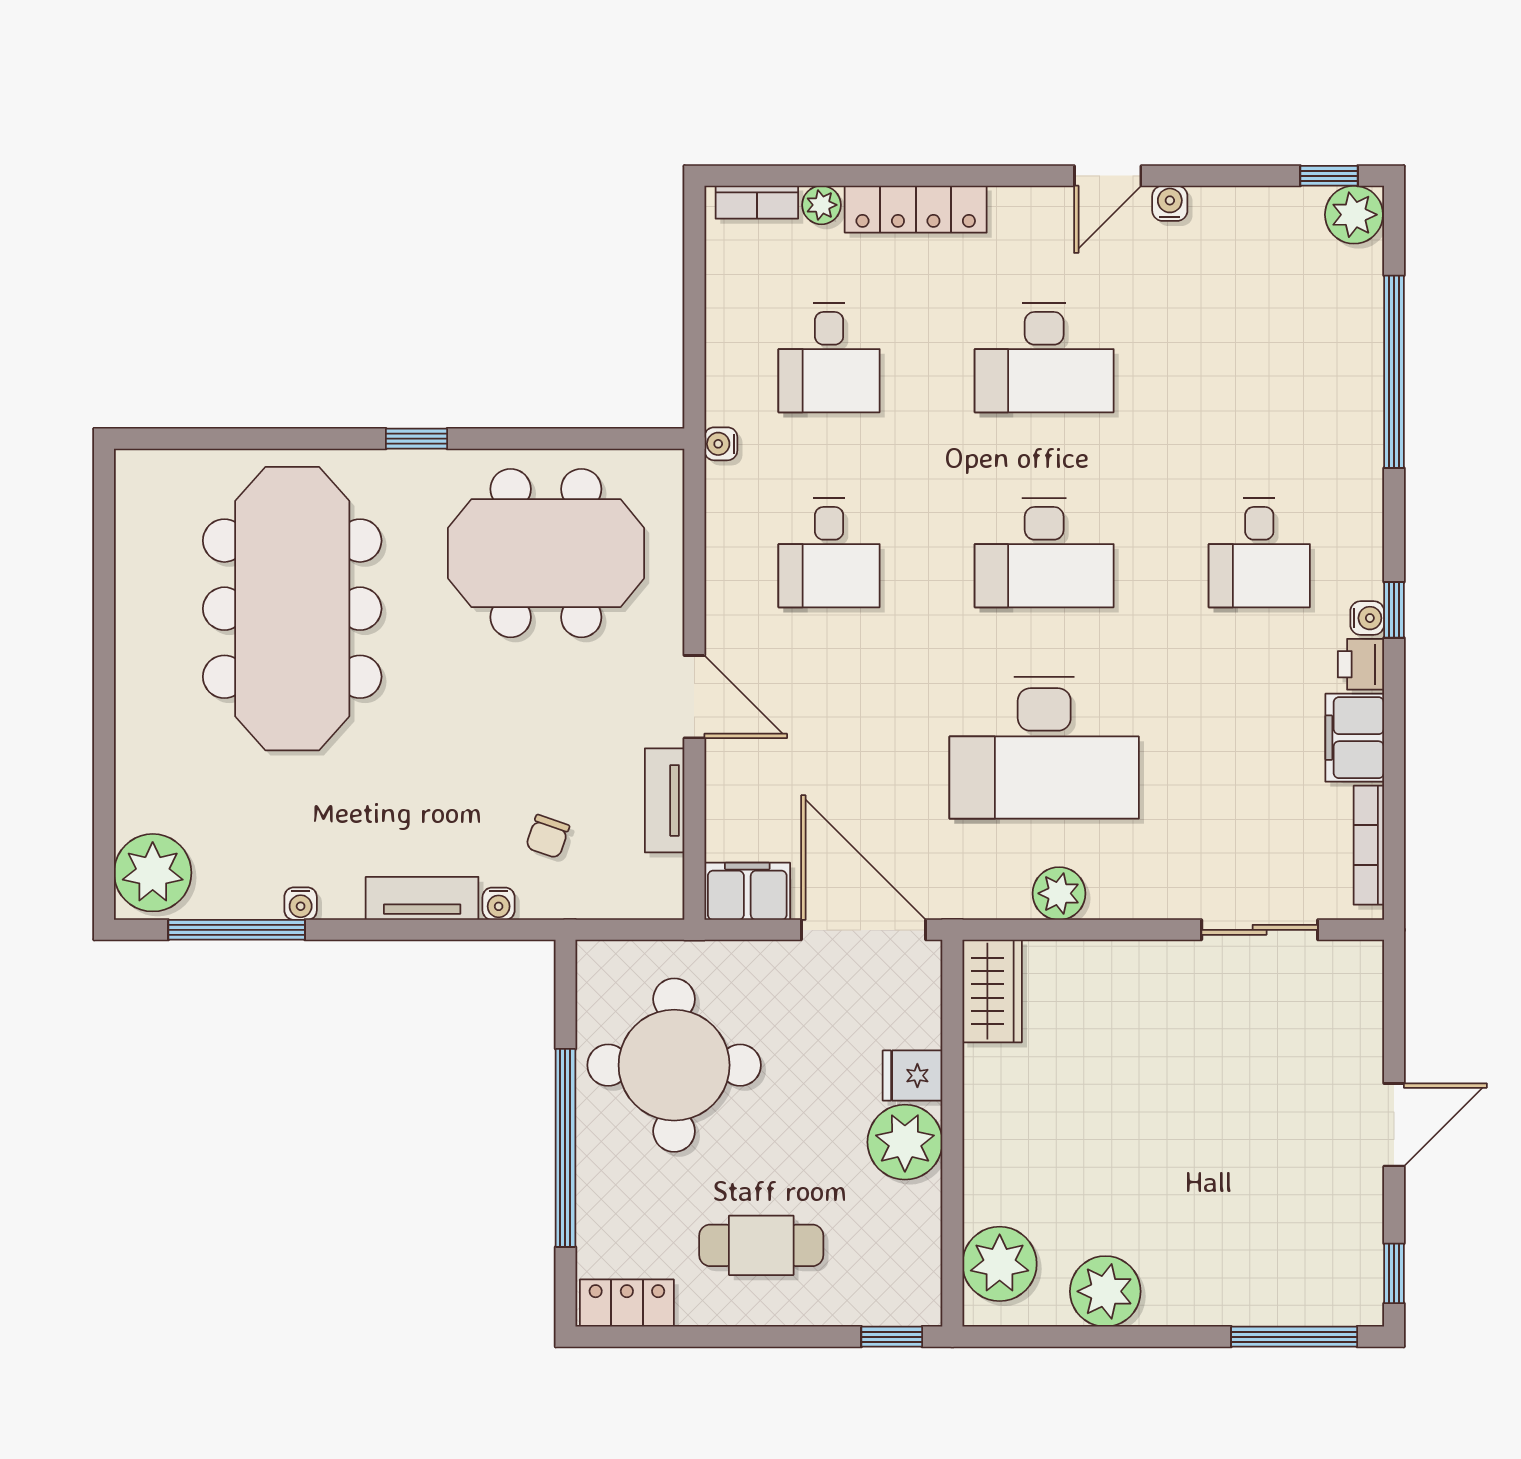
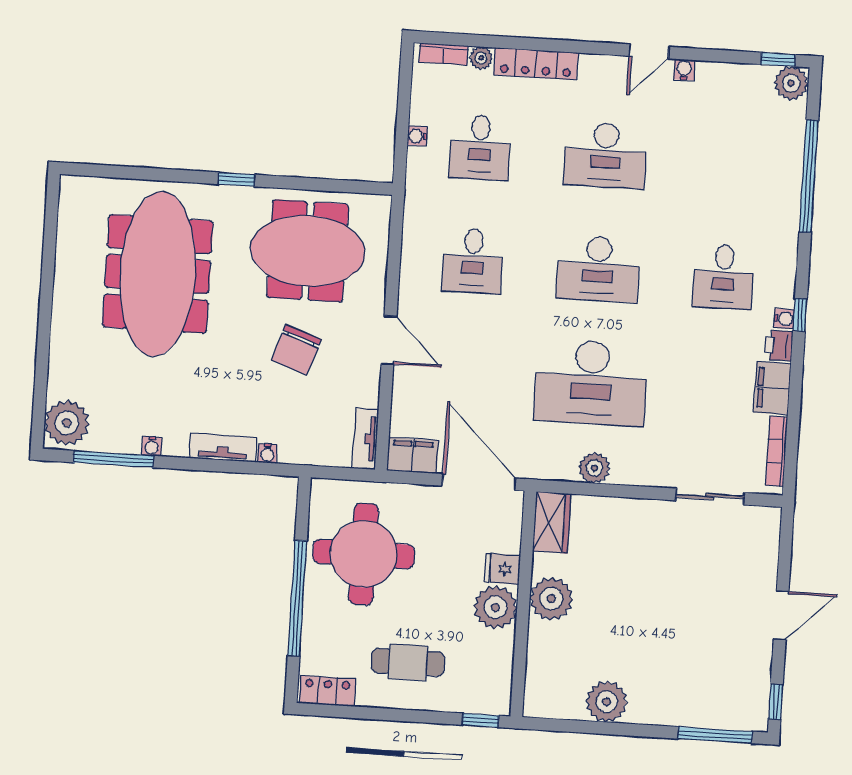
water cooler: (721, 444) -> (417, 136), moved
tv unit: (665, 800) -> (365, 439), moved
chair: (548, 837) -> (296, 350), moved, width x1.87, depth x1.87
plant: (1000, 1264) -> (551, 599), moved

